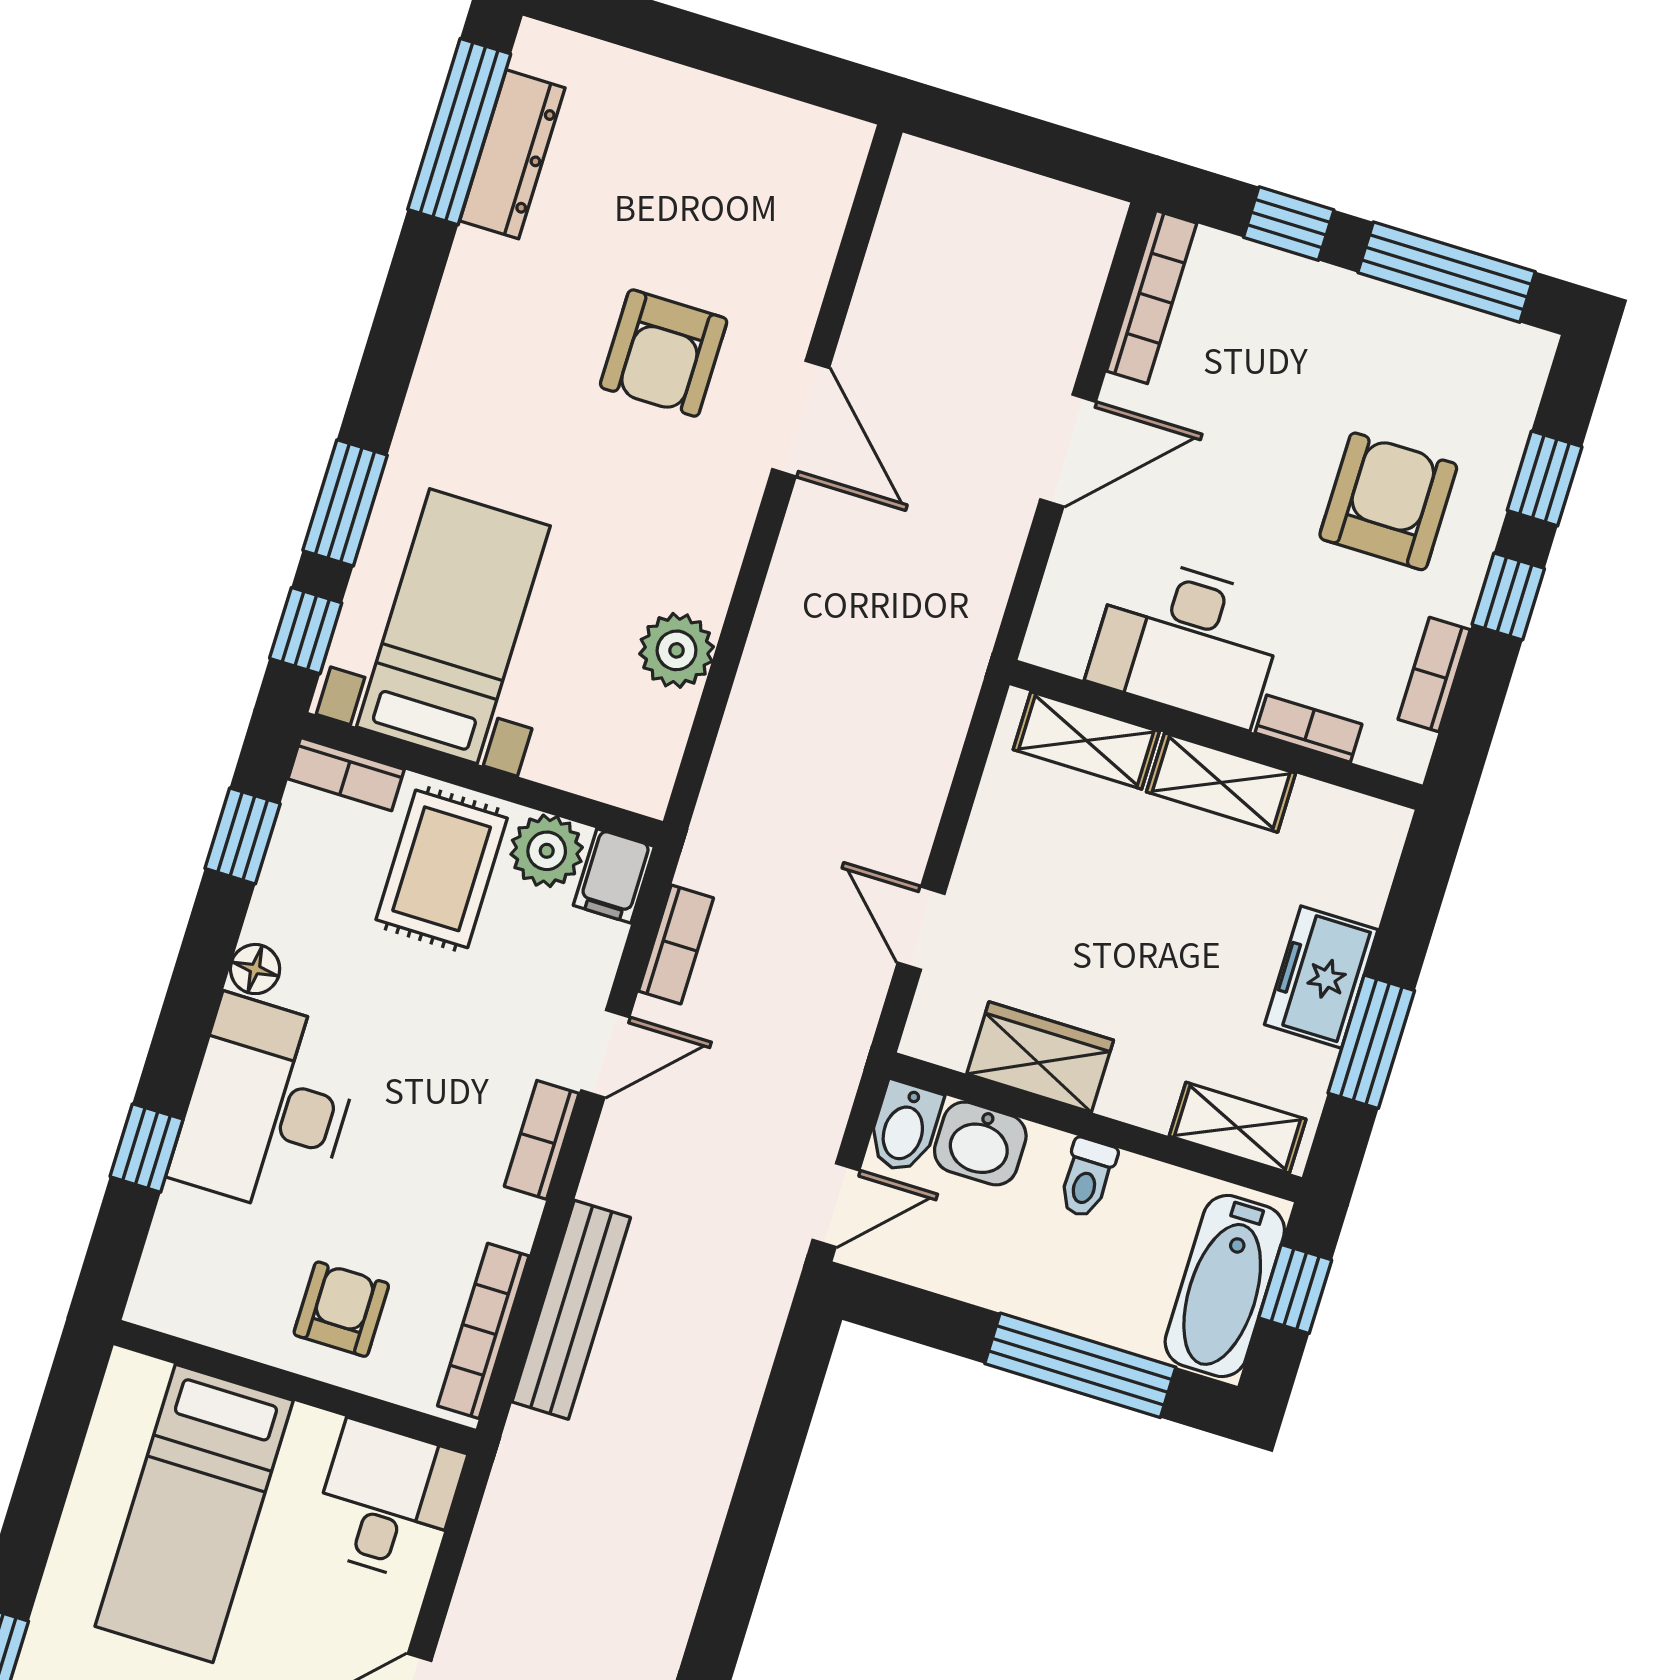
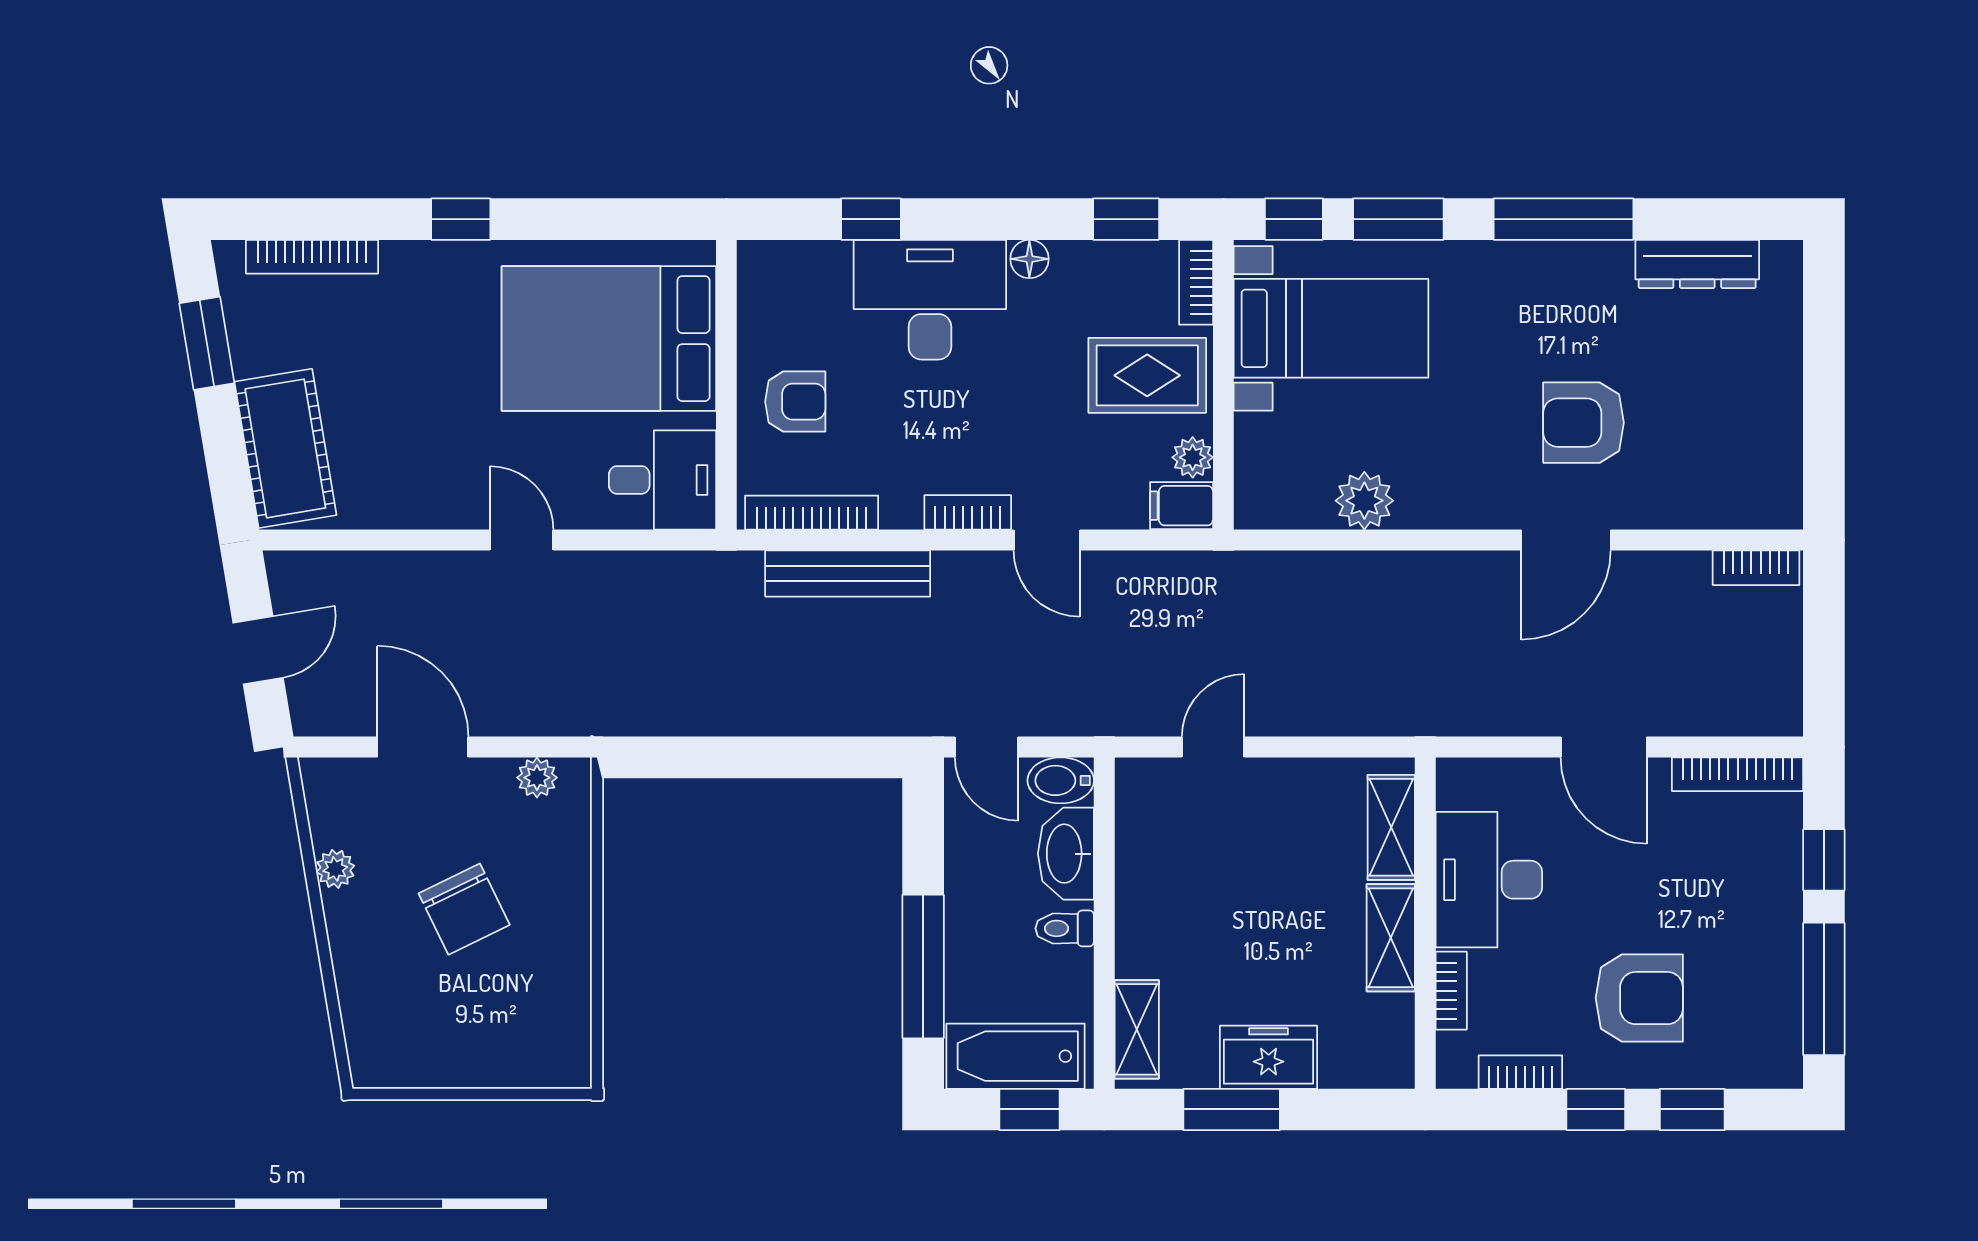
window: (459, 132) -> (1564, 219), moved
plant: (547, 851) -> (1193, 457), width x0.73, depth x0.73
bookcase: (676, 944) -> (1756, 568), moved
wardrobe: (1040, 1057) -> (1144, 866), removed
washbasin: (980, 1143) -> (1066, 854), width x1.38
bed: (194, 1513) -> (609, 339), width x1.50

